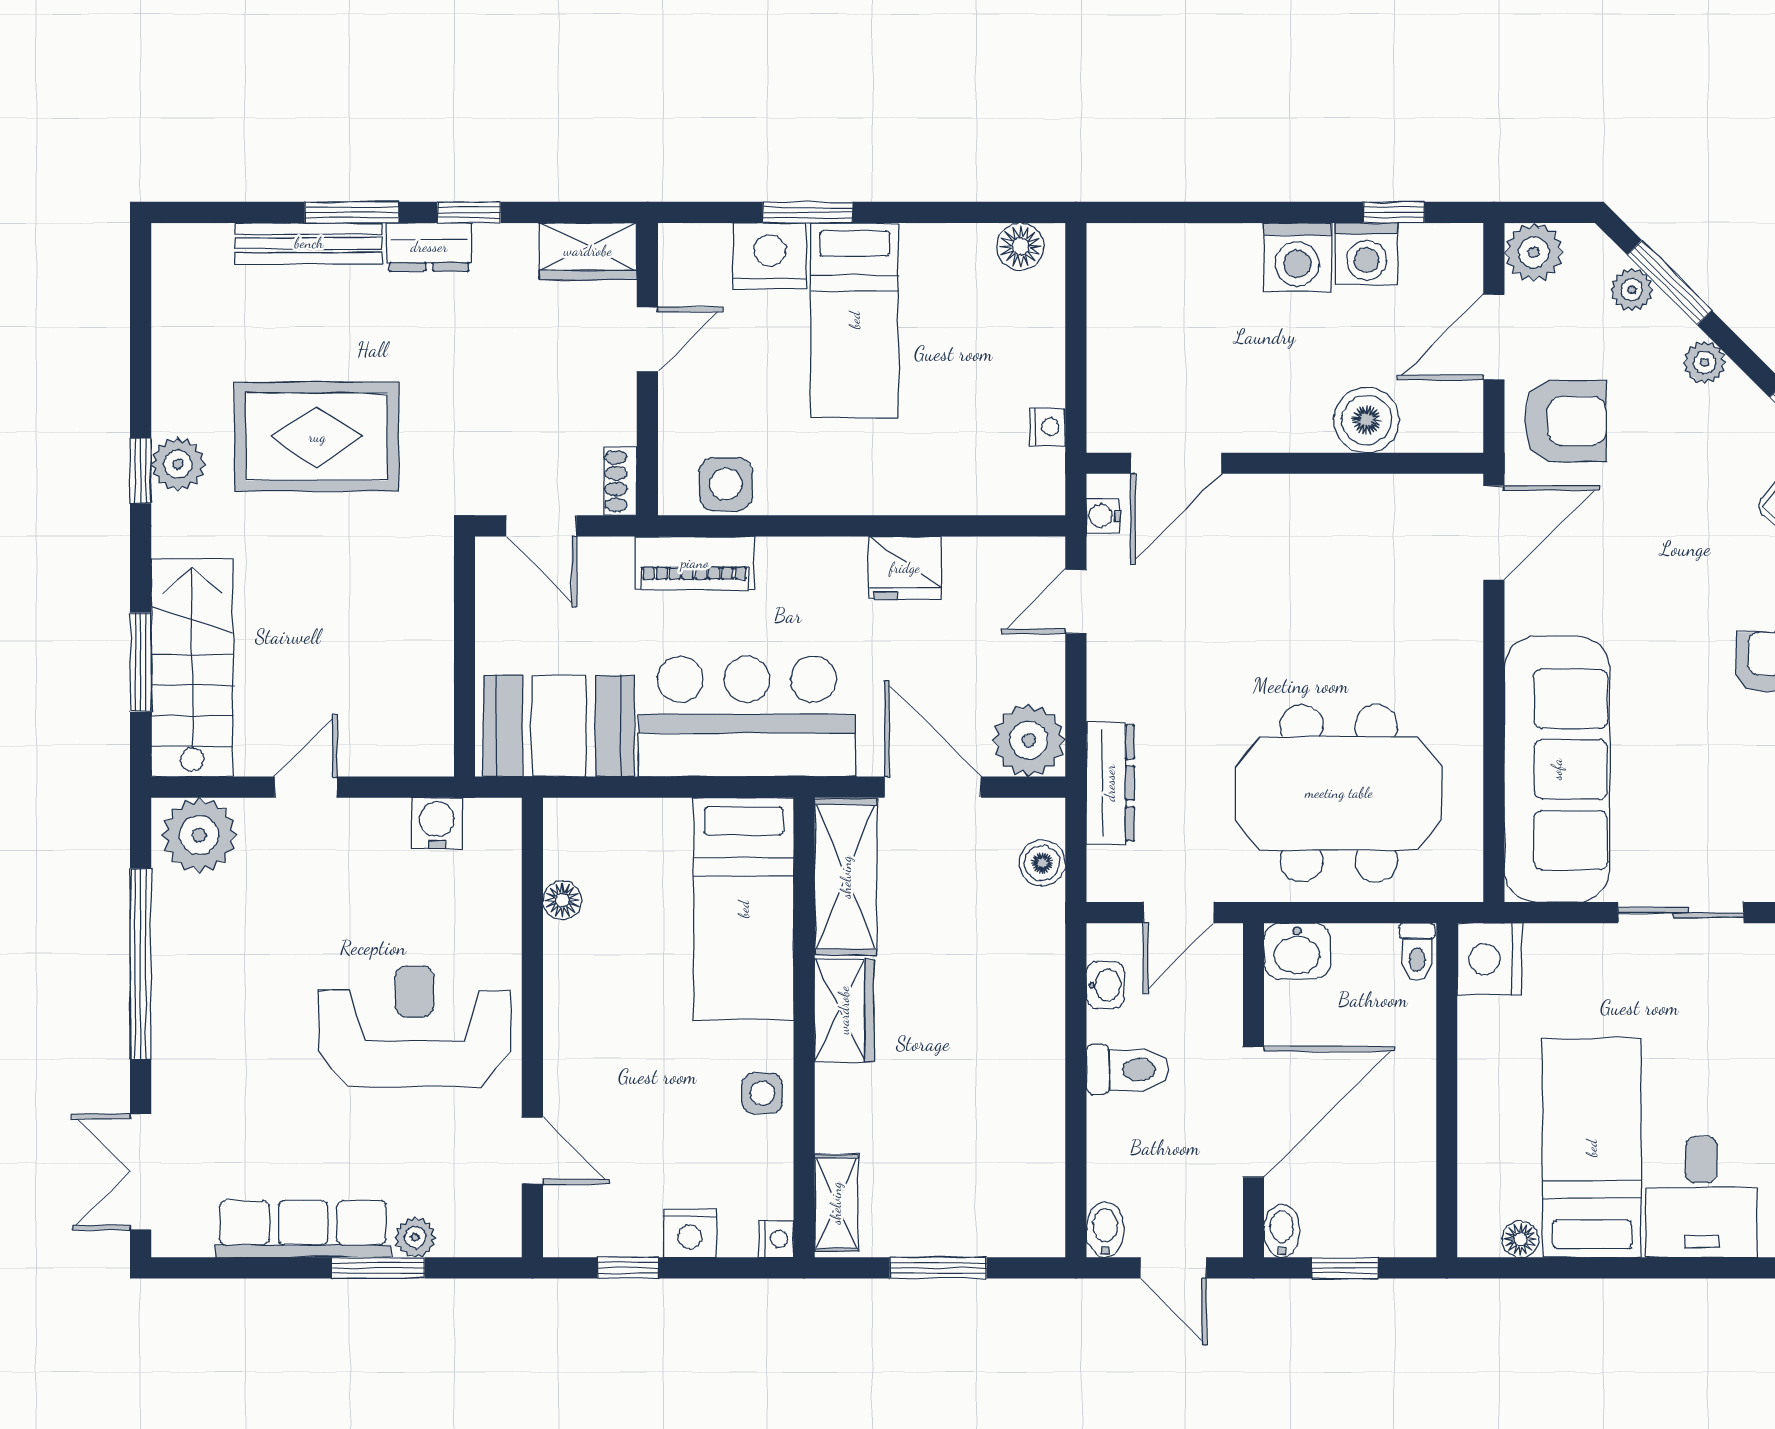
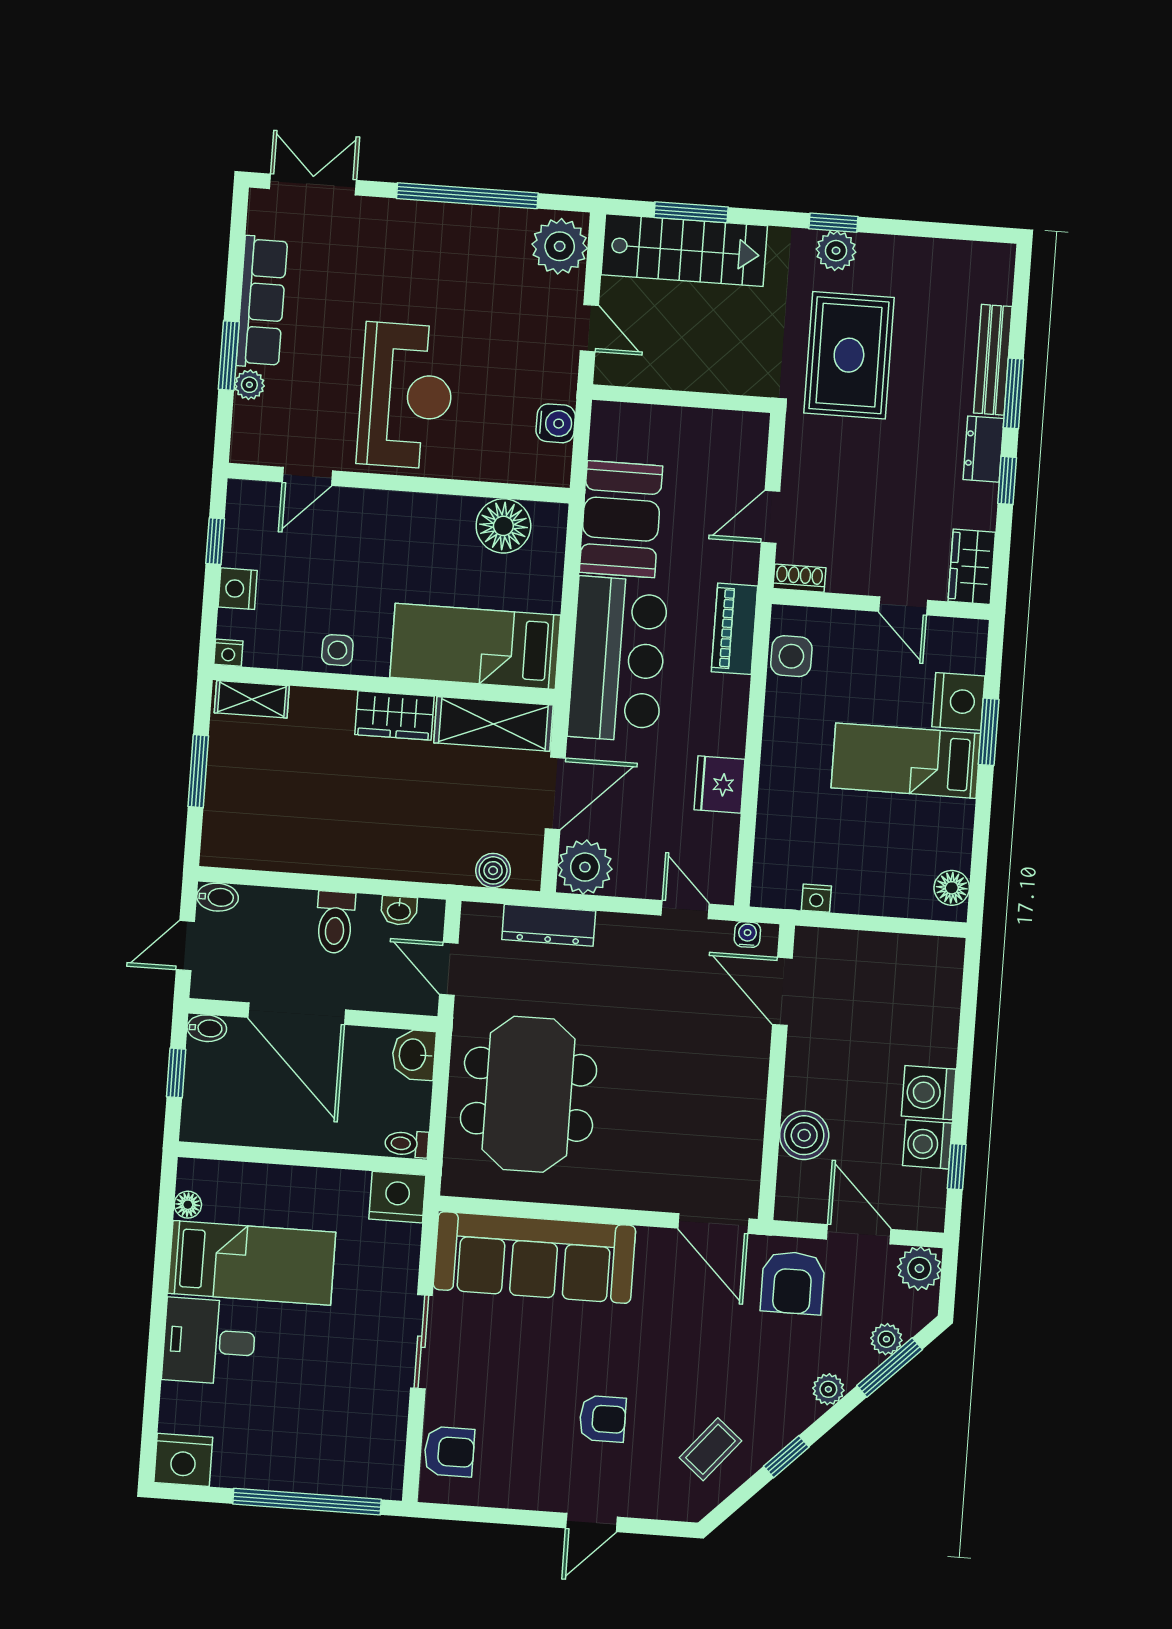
wall: (465, 657) -> (682, 399), moved
floor lamp: (562, 900) -> (503, 526), width x1.89, depth x1.89

